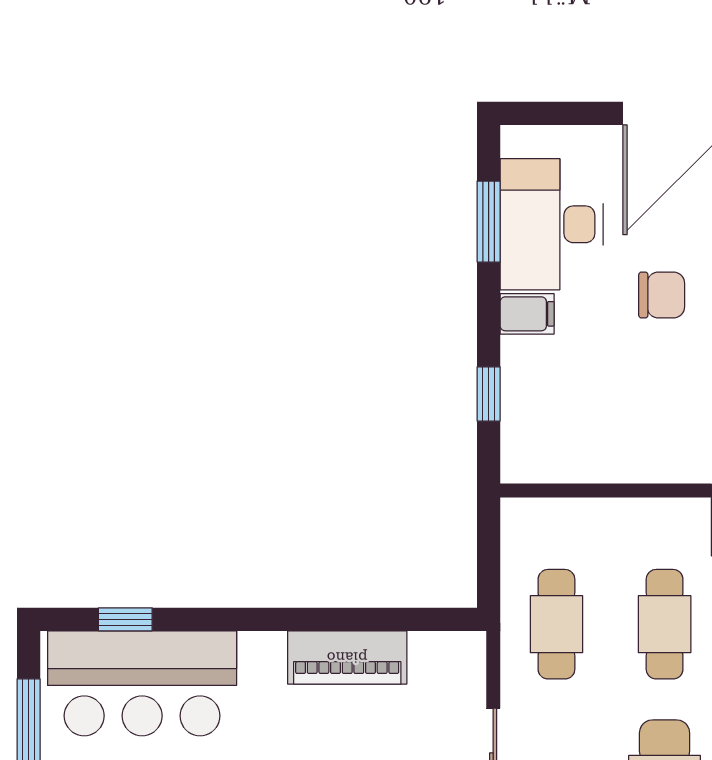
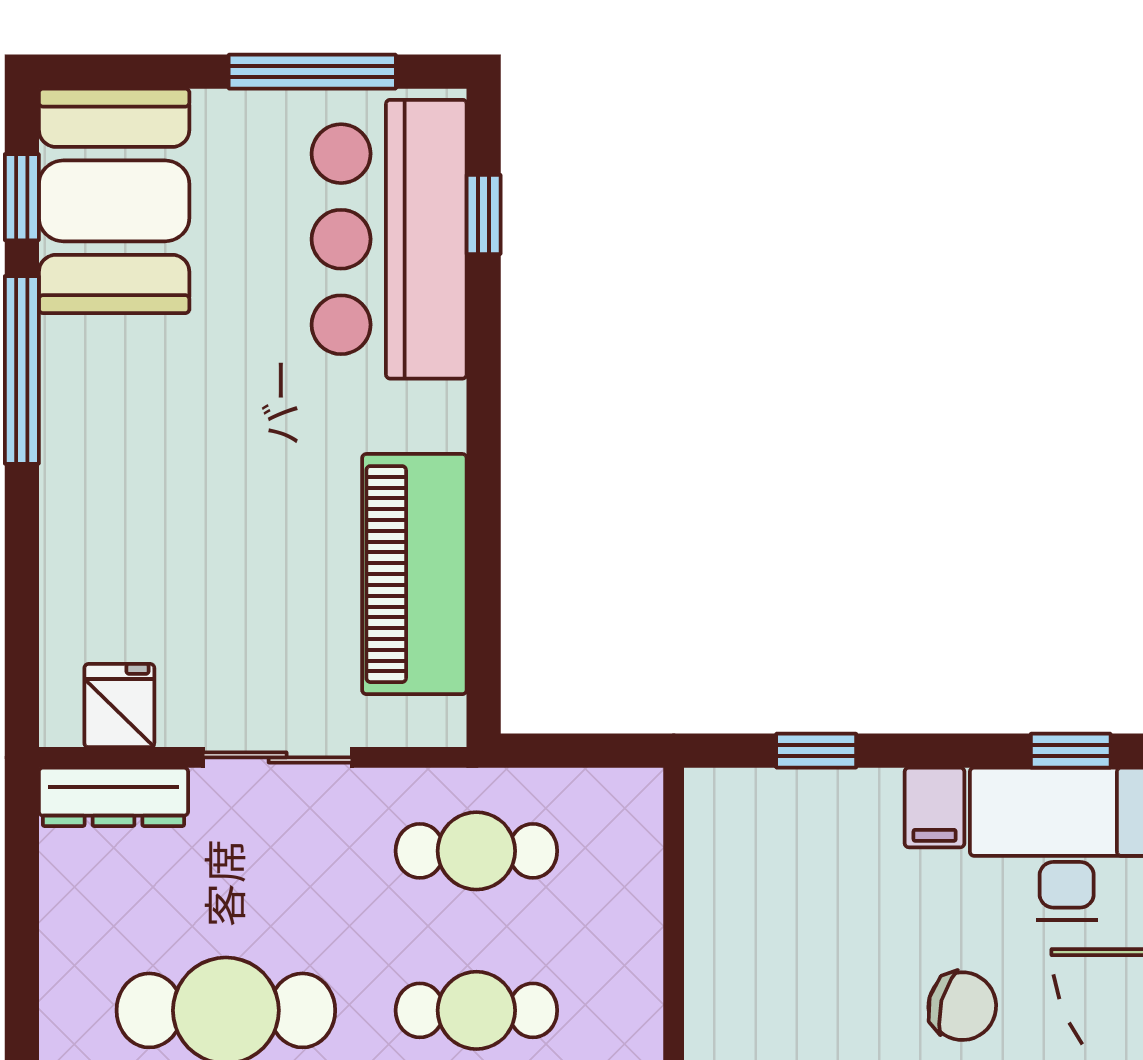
window: (489, 222) -> (1071, 751), width x0.67
chair: (662, 295) -> (962, 1006), turned -75
piano: (347, 657) -> (414, 574), width x1.37, depth x1.33

